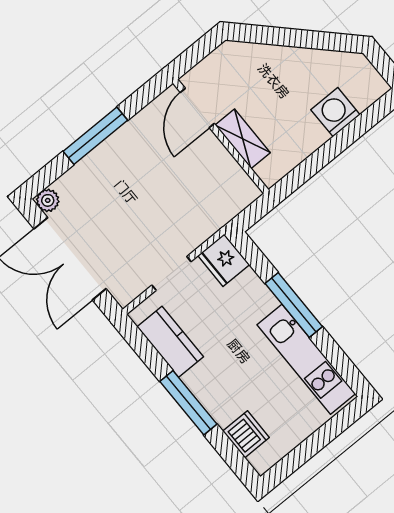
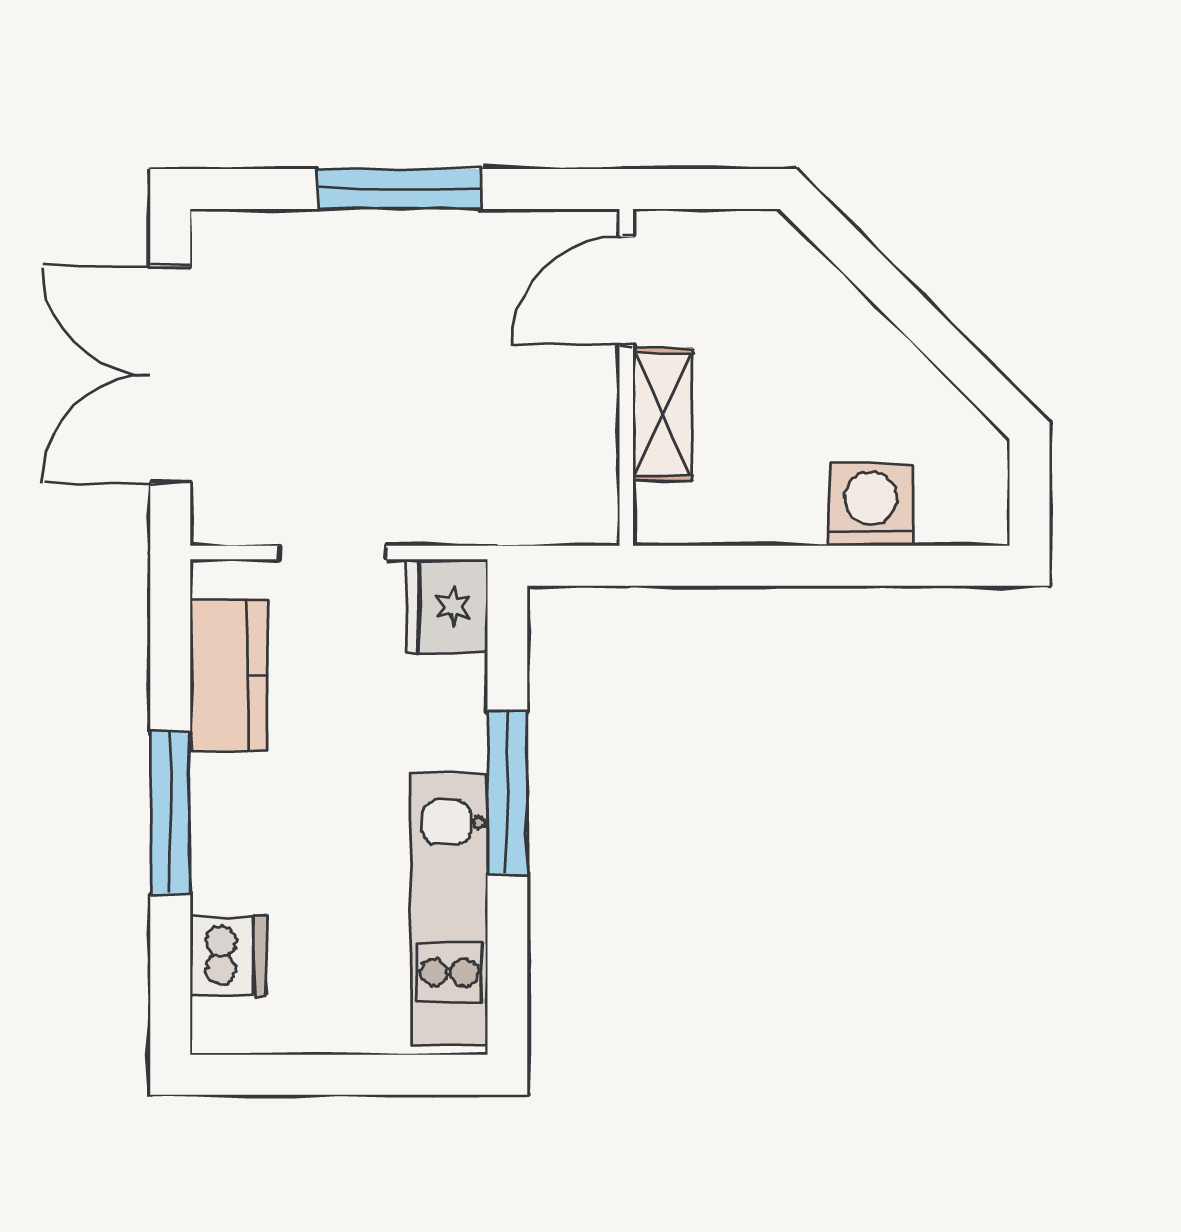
plant: (48, 200) -> (217, 236), removed

